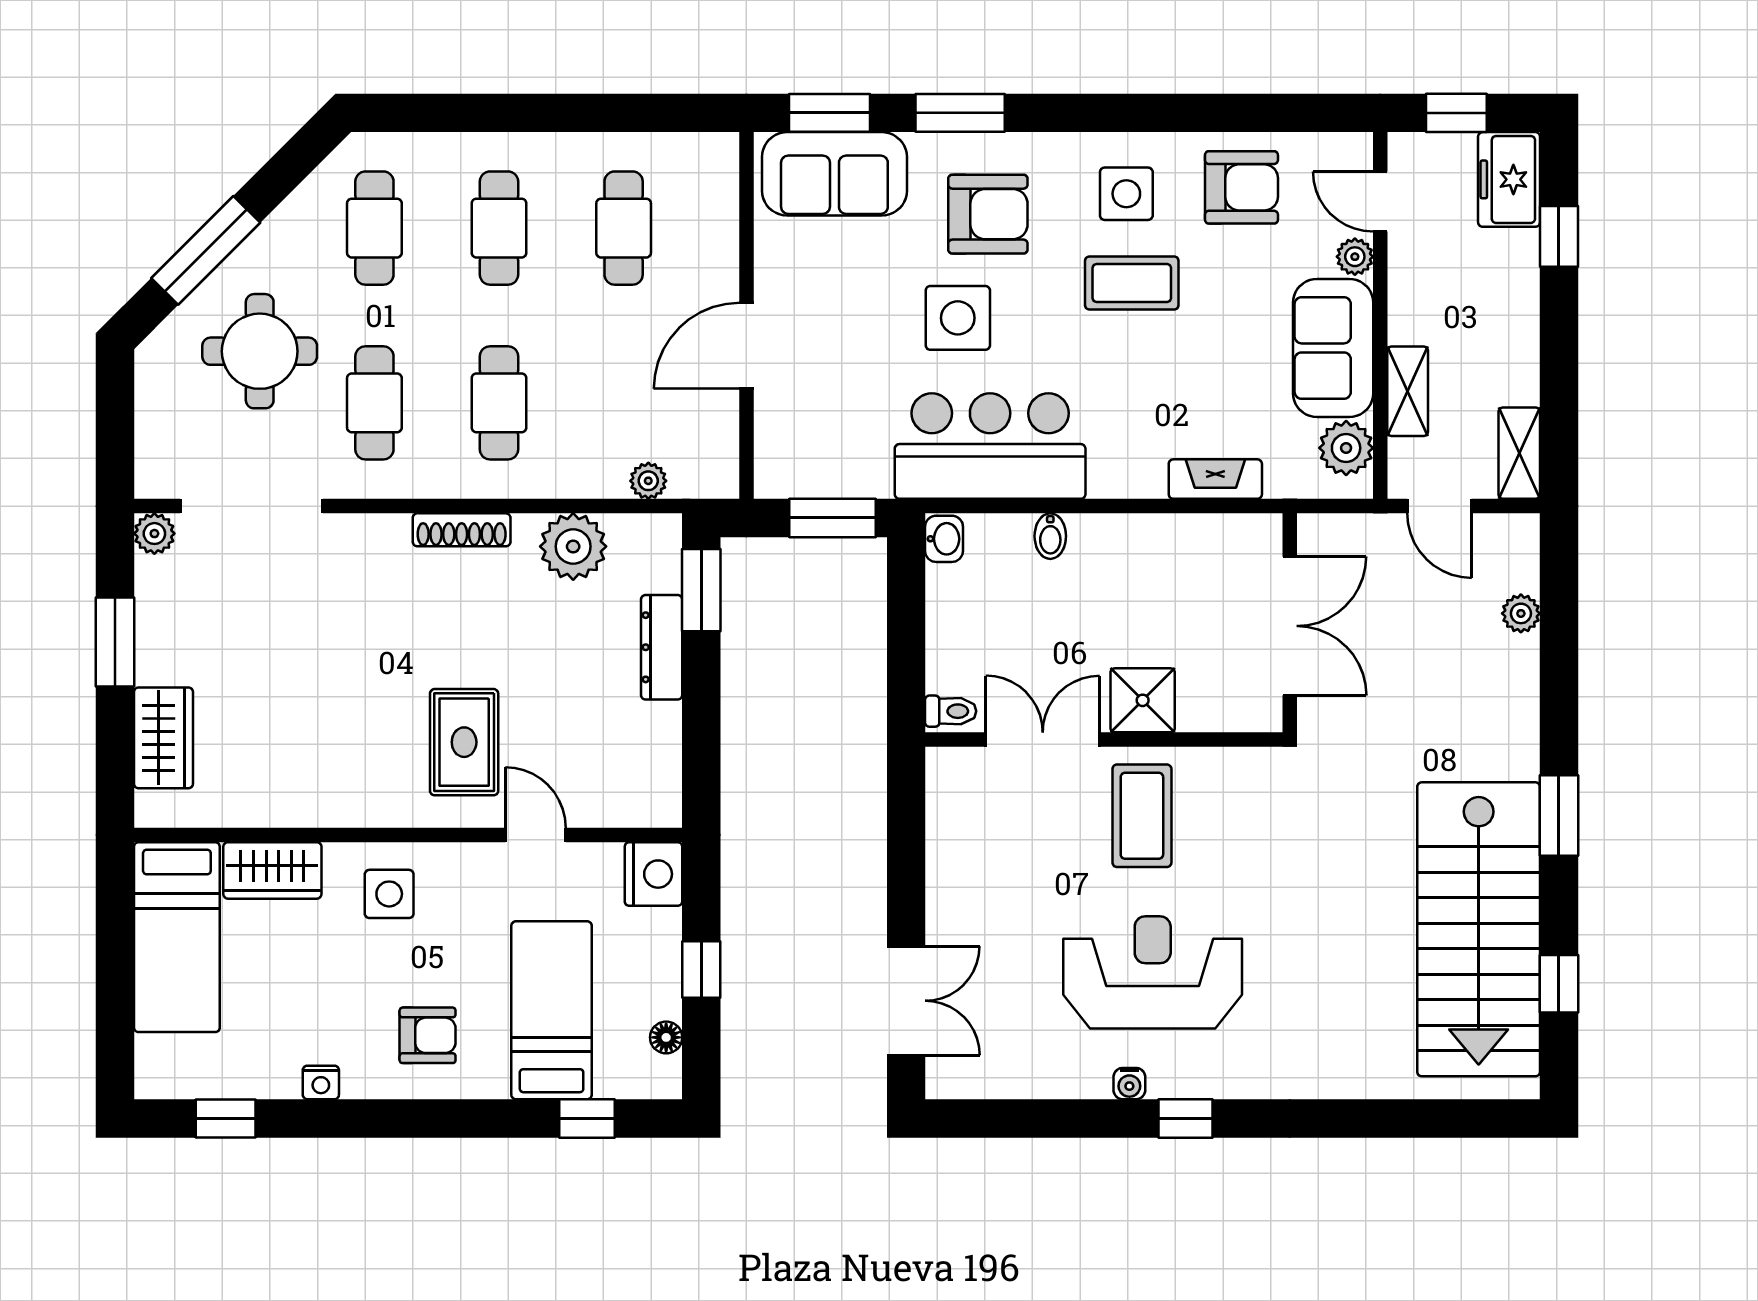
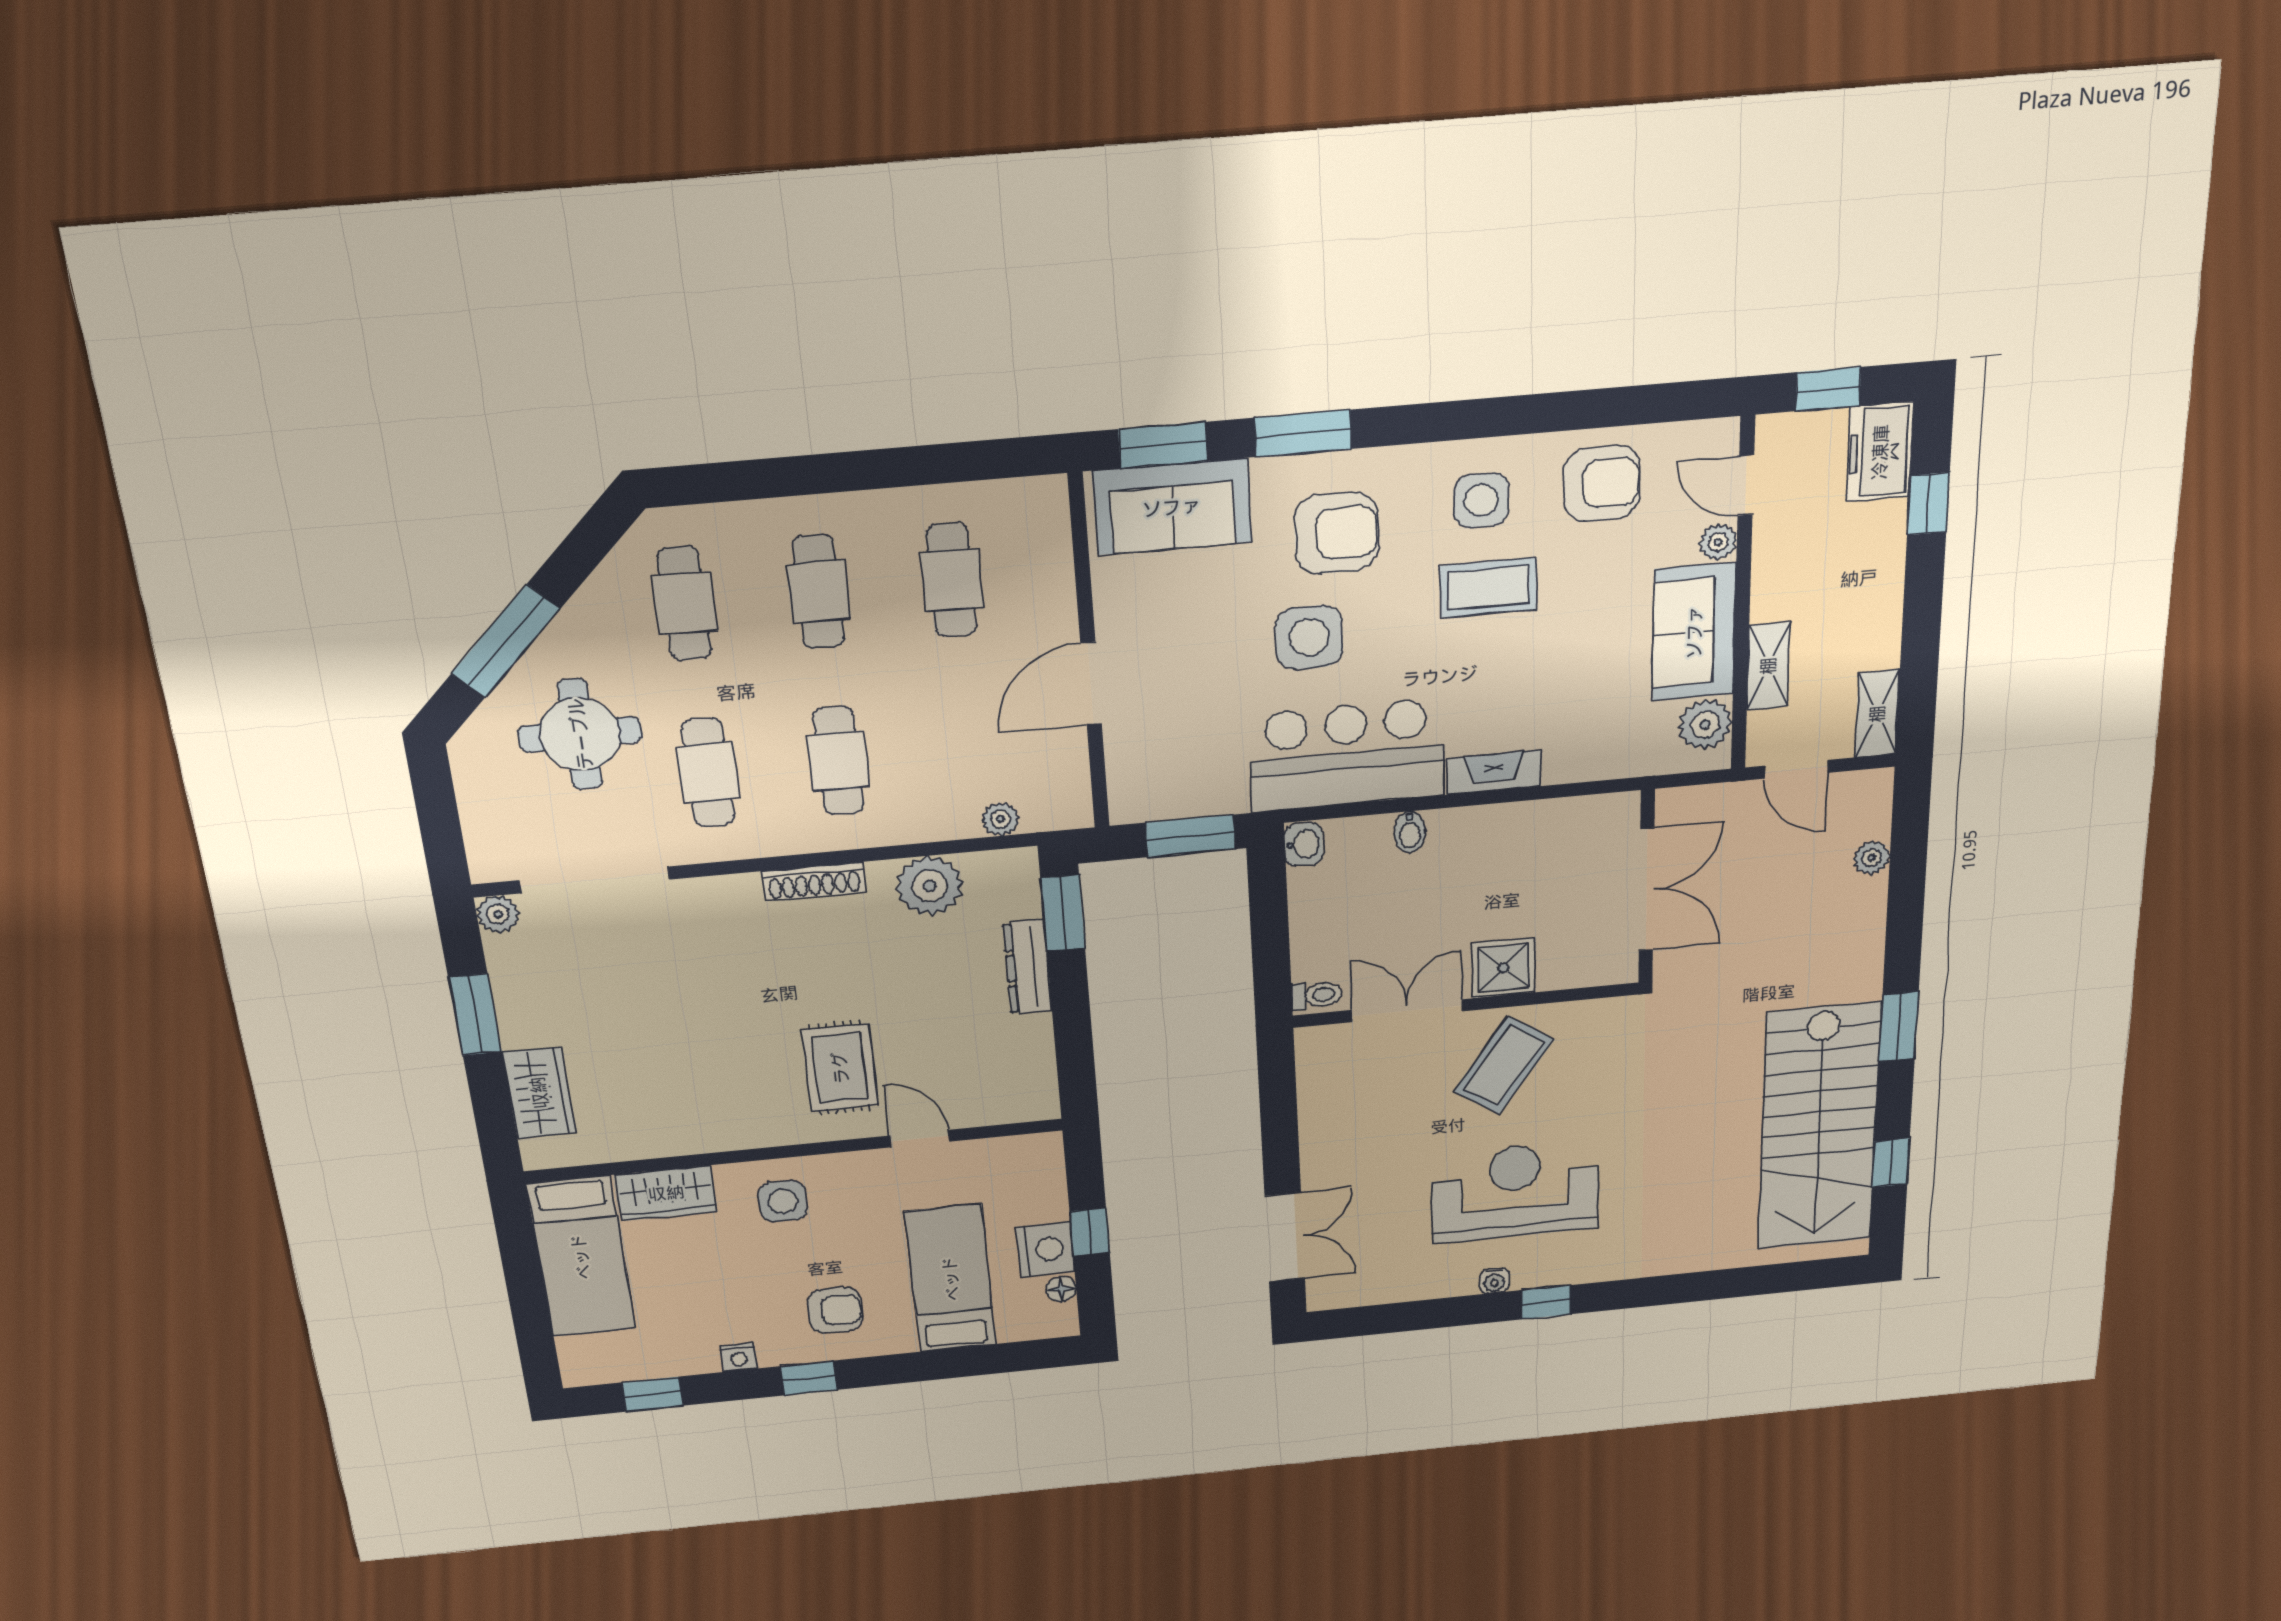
fireplace: (1215, 479) -> (1494, 772), moved
coffee table: (1142, 816) -> (1504, 1065), turned 35
nightstand: (653, 874) -> (1045, 1249), moved
window: (587, 1118) -> (809, 1378), moved

